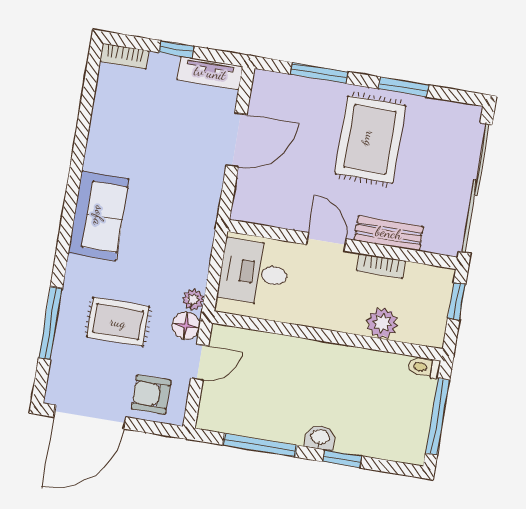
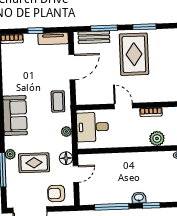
coffee table: (193, 205) -> (58, 101), added
bench: (389, 233) -> (94, 37), moved
plant: (72, 294) -> (10, 154), added
plant: (193, 300) -> (66, 132), moved

